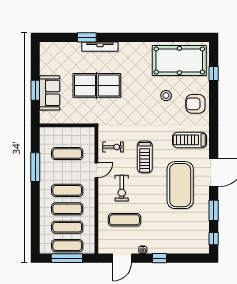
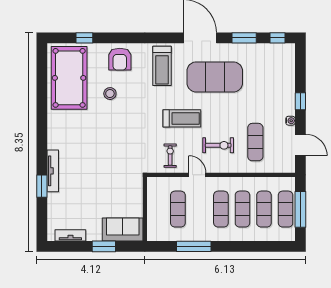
tv unit: (45, 62) -> (70, 235), added
table tennis table: (97, 85) -> (98, 174), removed
sofa: (50, 93) -> (123, 230), moved

